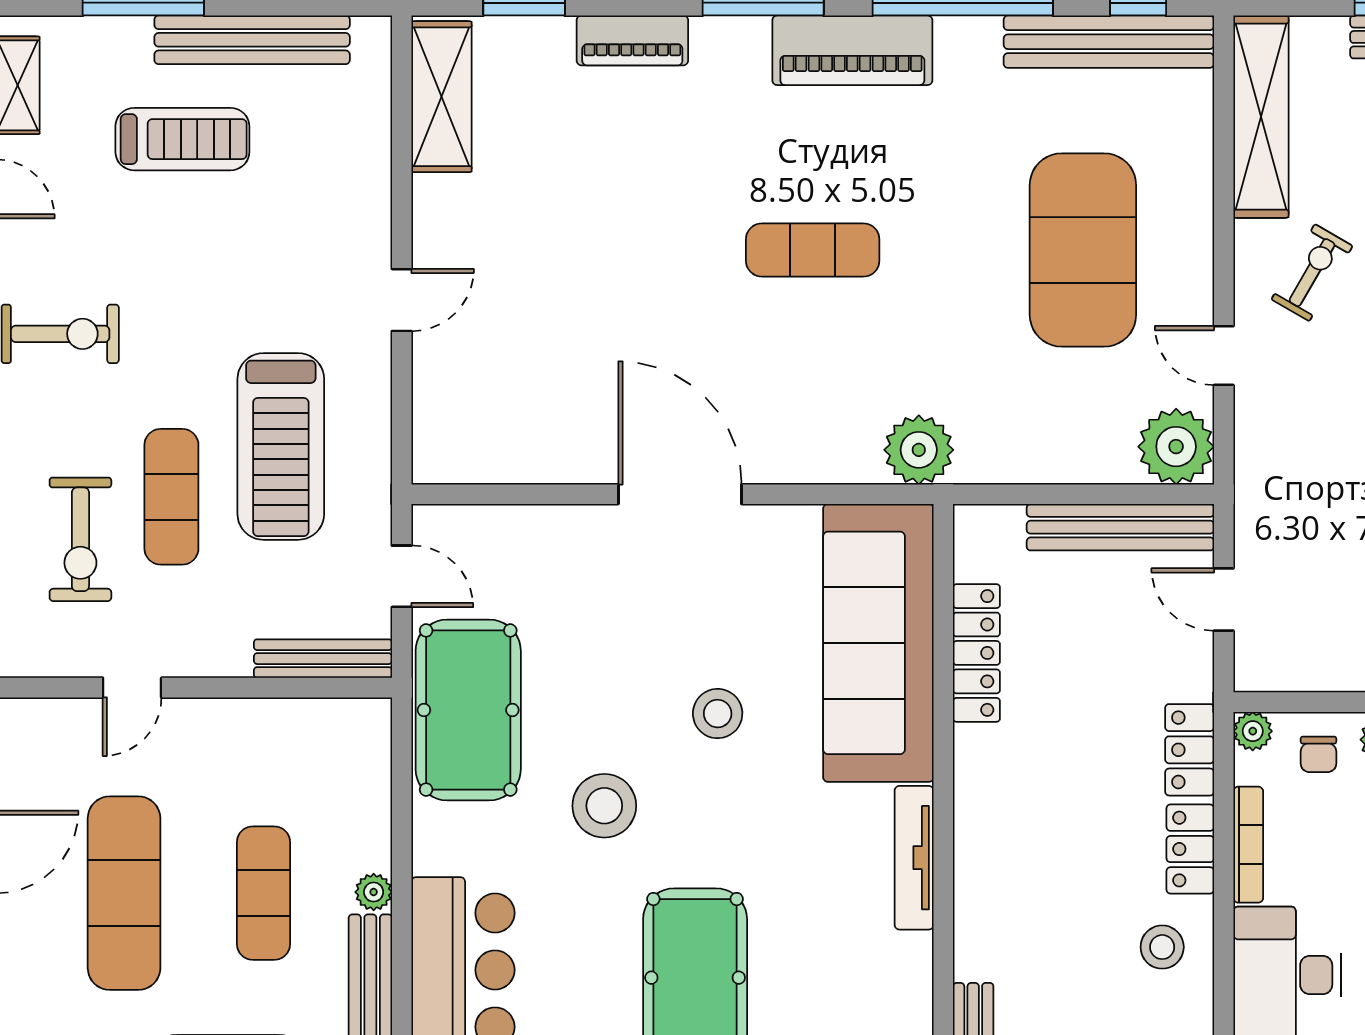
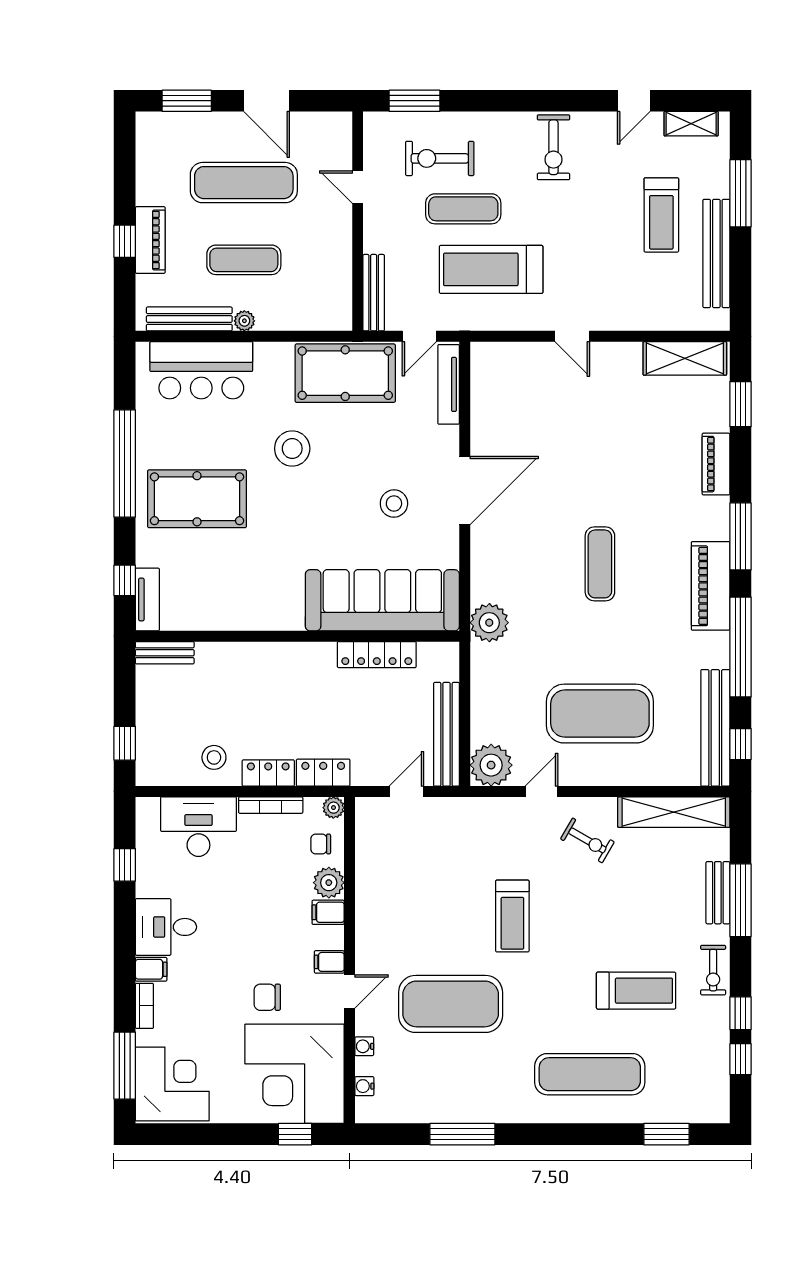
stool: (718, 714) -> (394, 503), moved
tv unit: (914, 858) -> (449, 384), moved, turned -90

